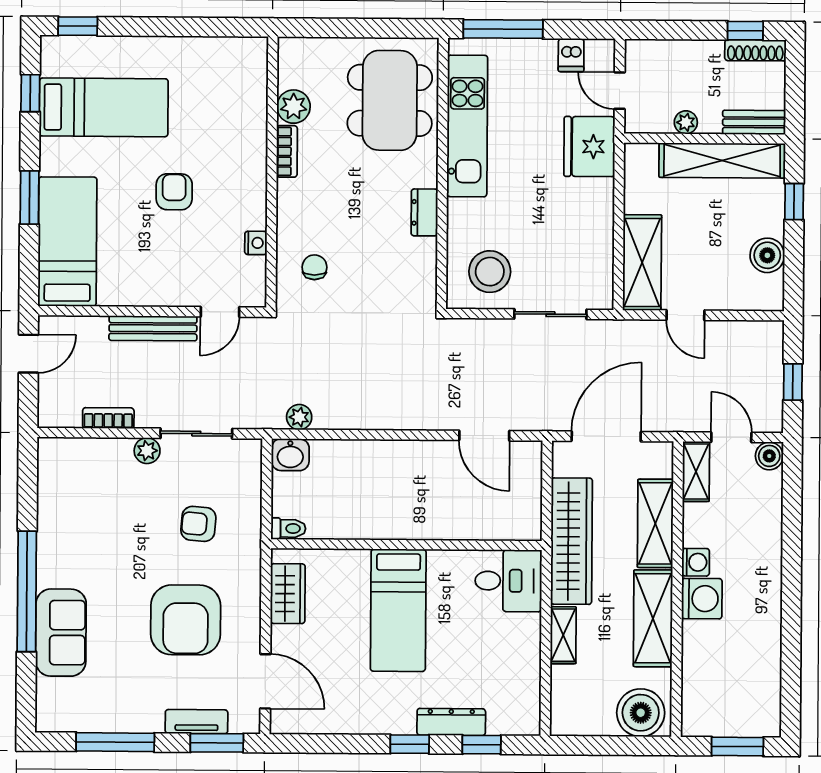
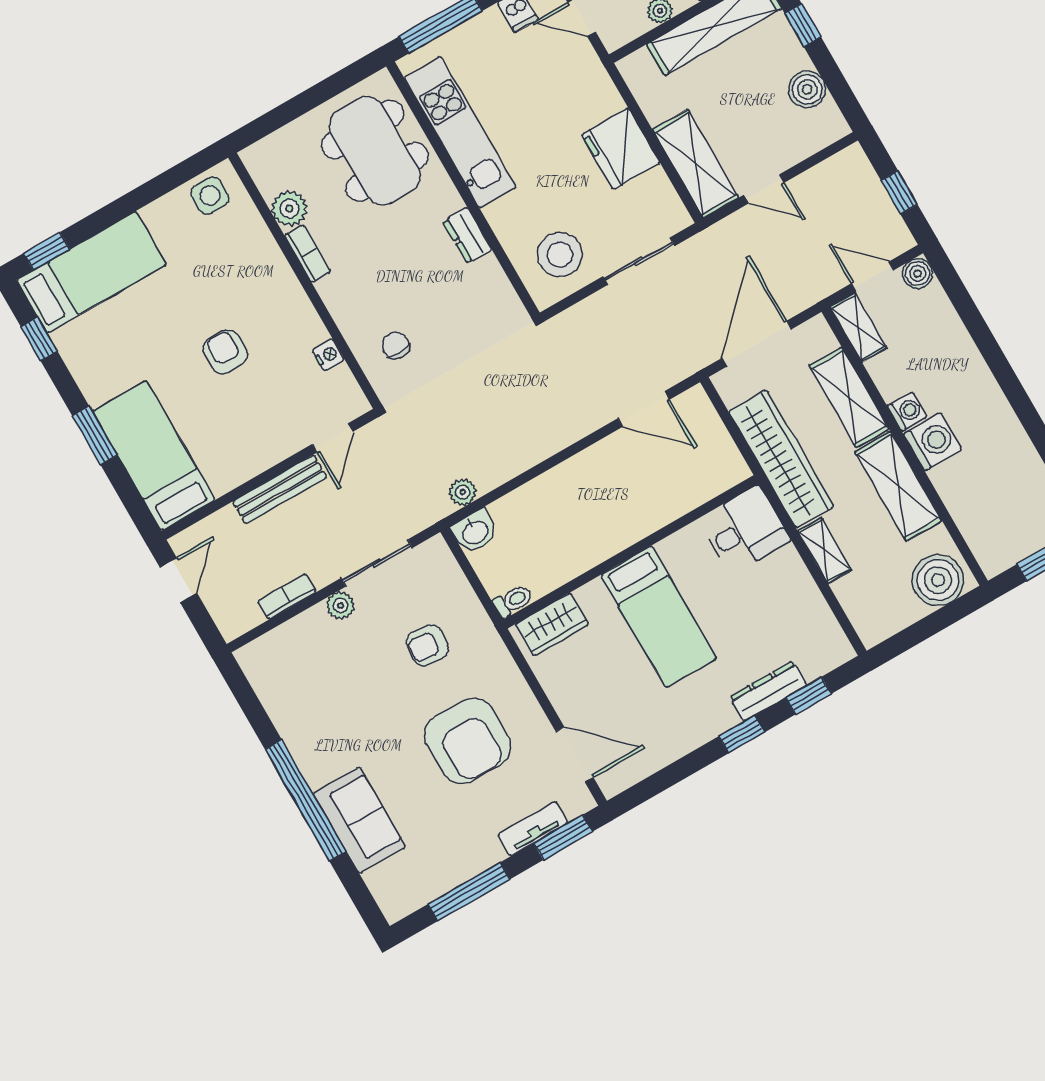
side table: (236, 59) -> (210, 196), added
bed: (104, 107) -> (92, 272), moved
fridge: (589, 147) -> (621, 149), moved
wardrobe: (288, 594) -> (552, 624), moved, turned 90

